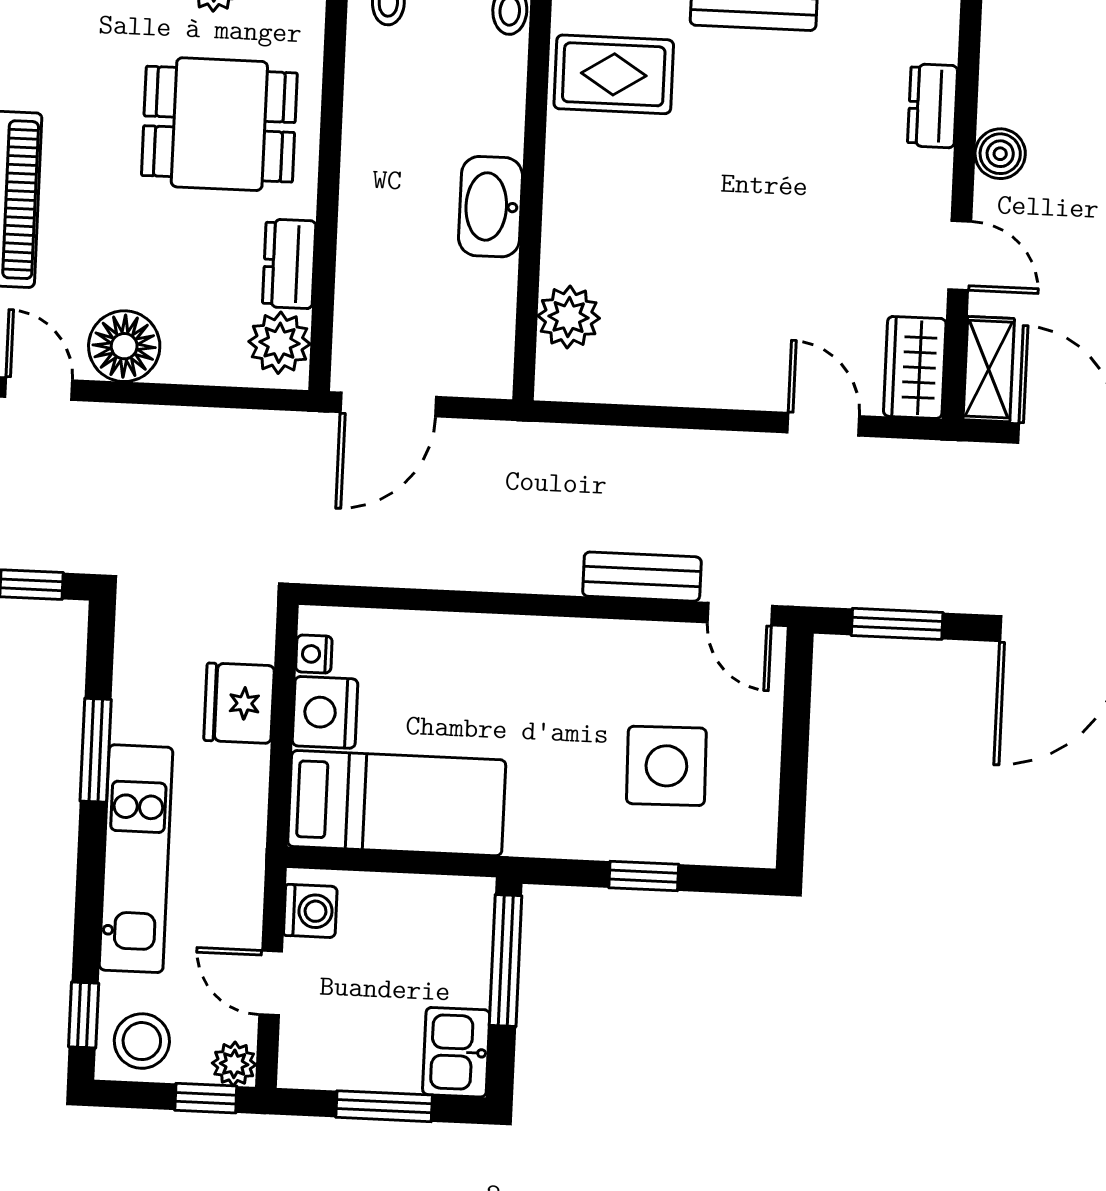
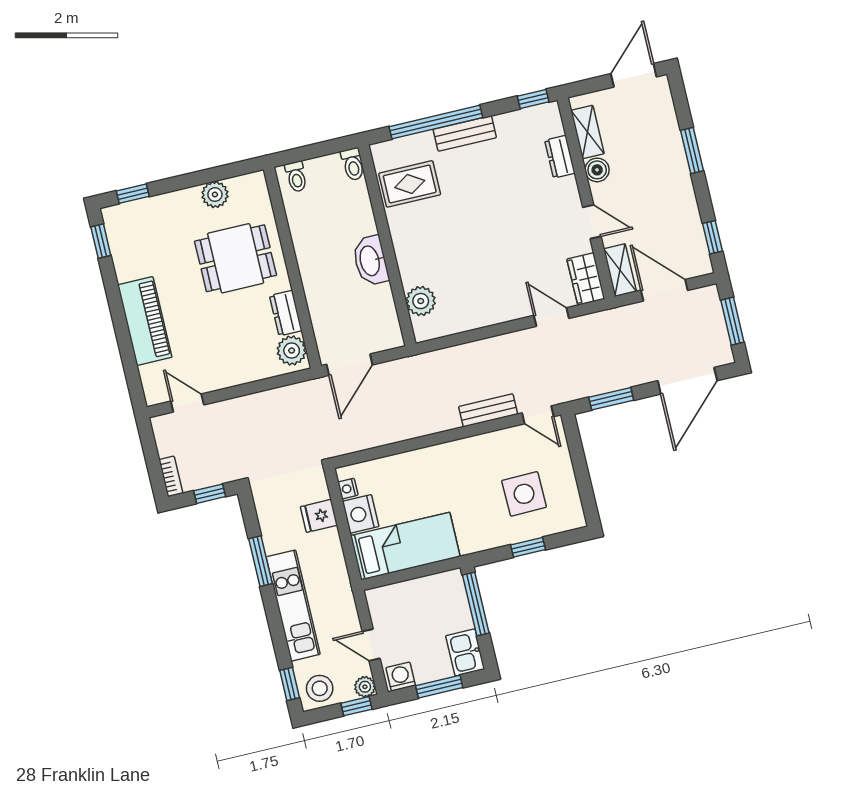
shelving: (1003, 72) -> (587, 132), added
floor lamp: (124, 346) -> (221, 372), removed
fridge: (239, 703) -> (319, 516), width x0.72
washing machine: (310, 911) -> (401, 677), moved, turned -90

